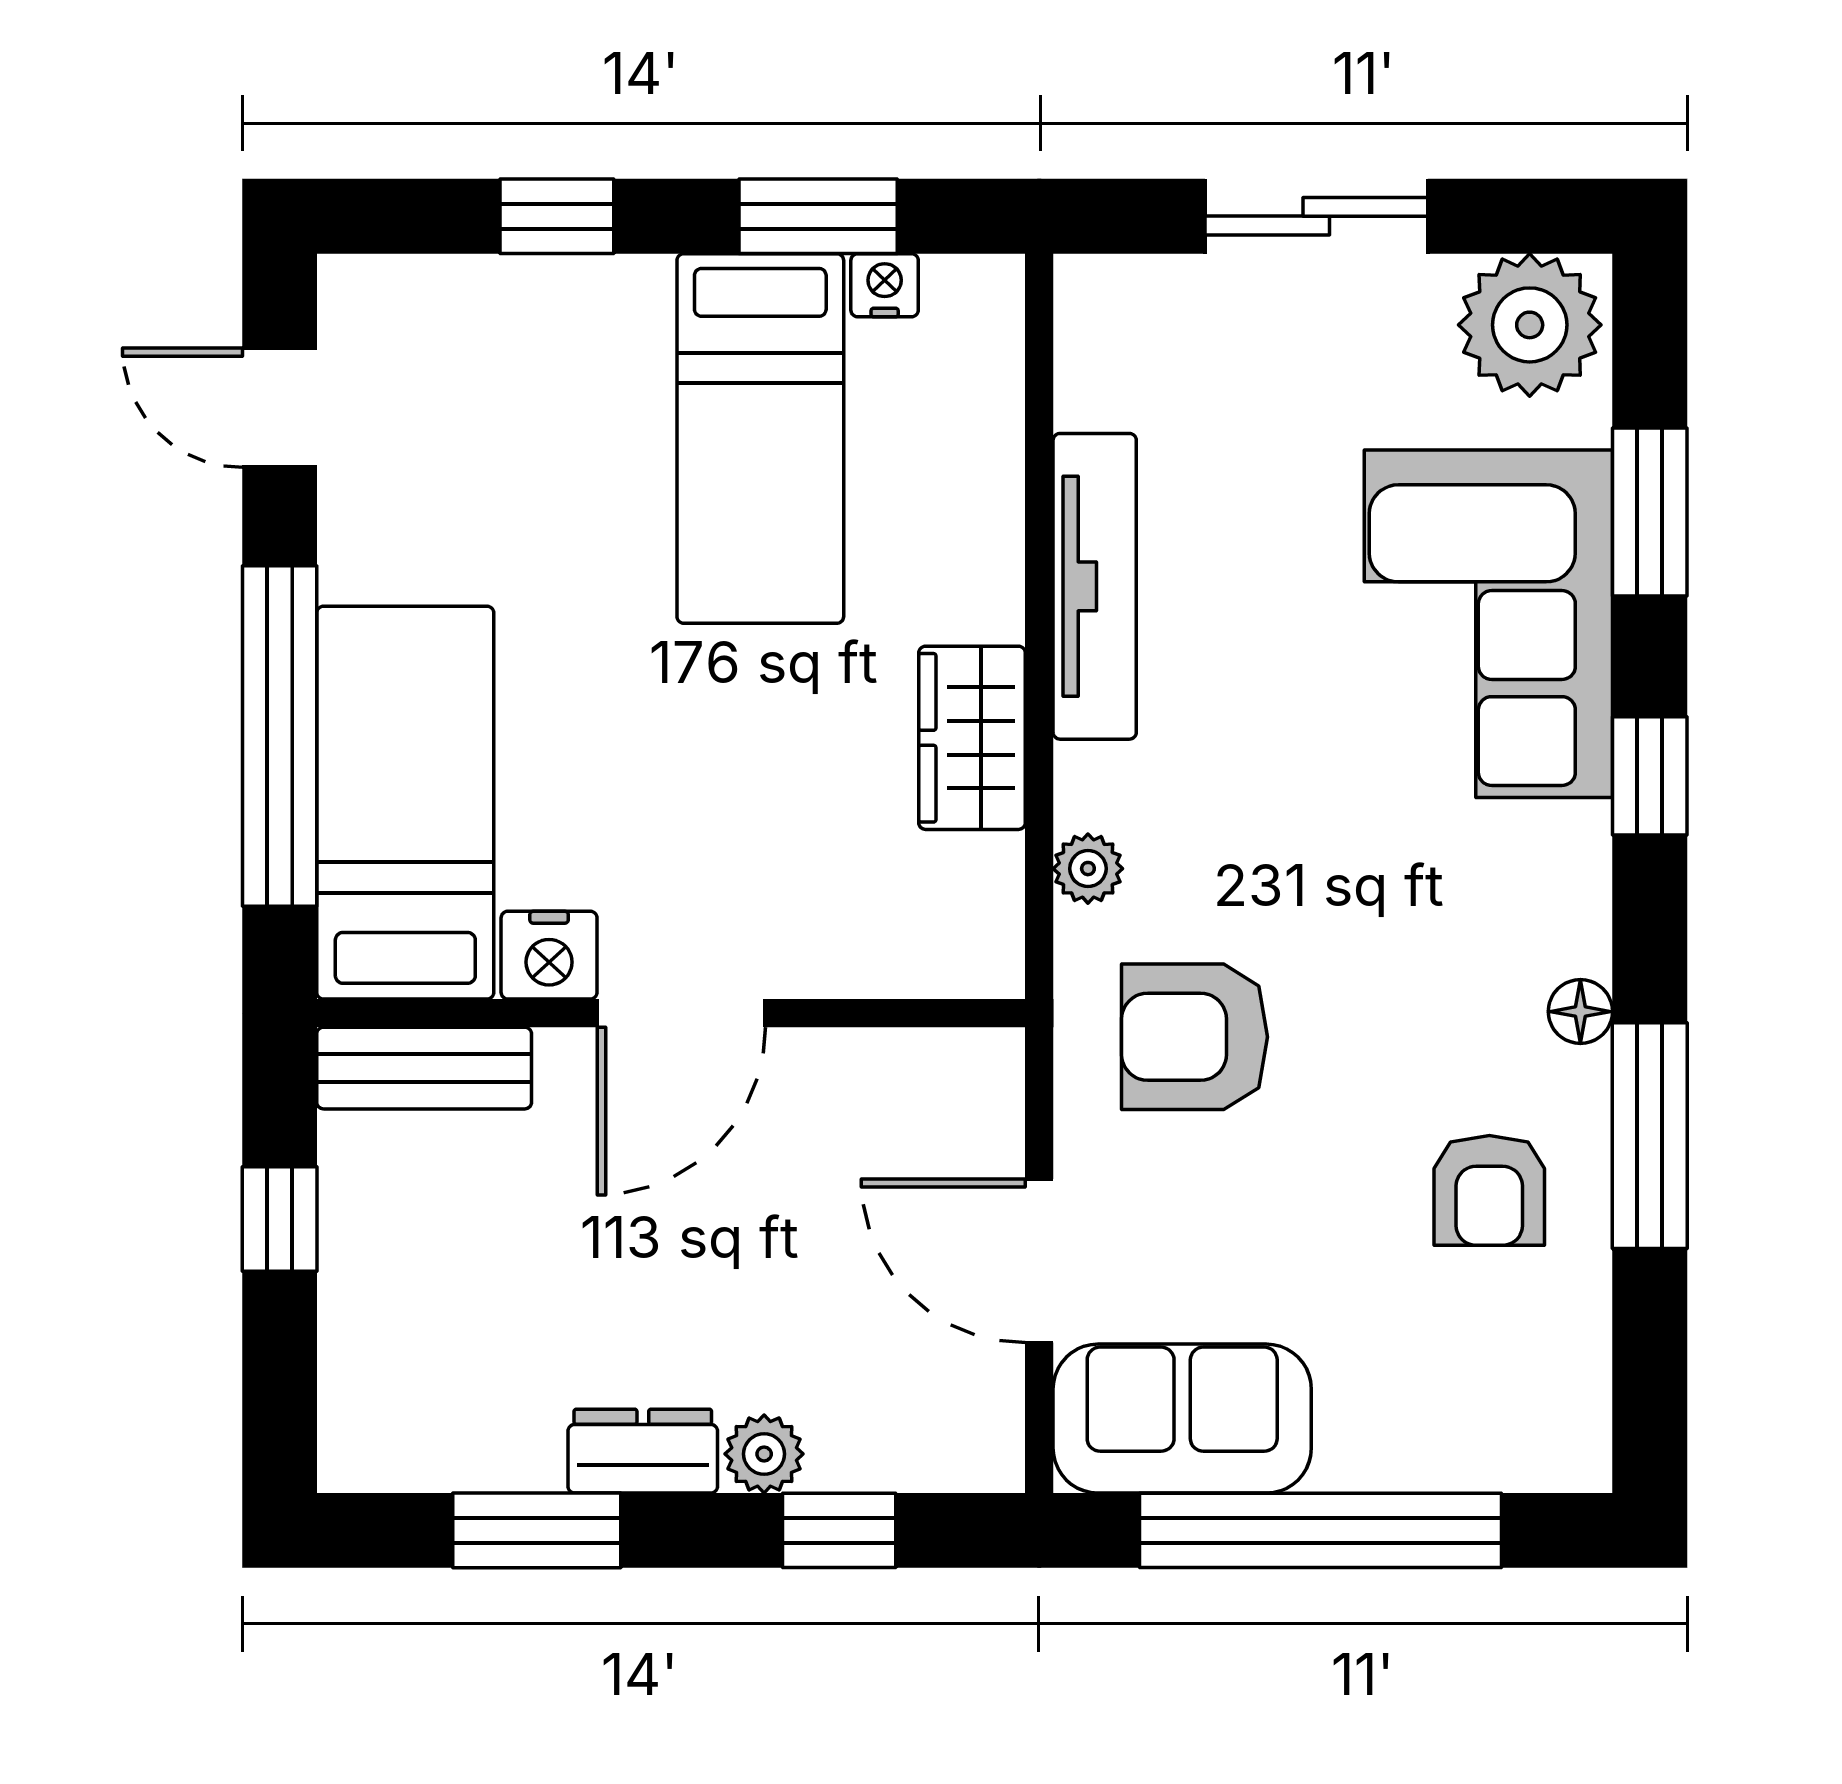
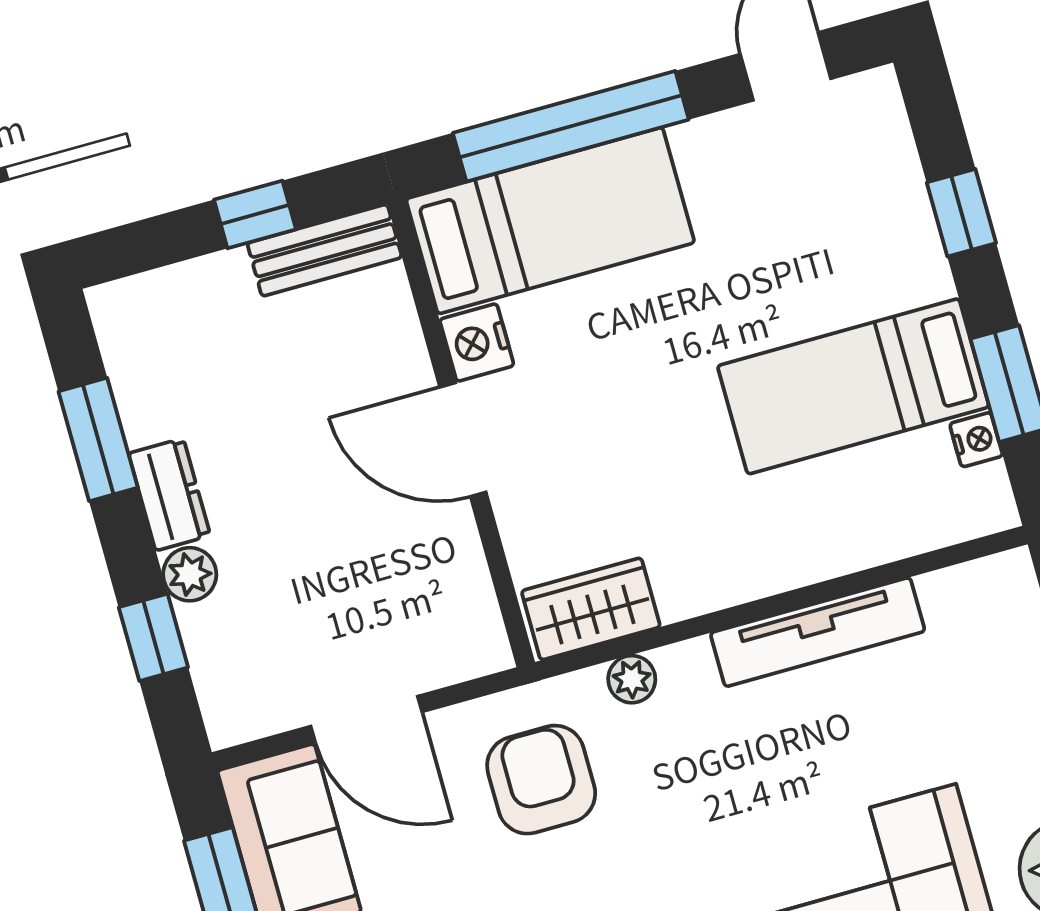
wardrobe: (972, 738) -> (591, 609), moved
bench: (424, 1068) -> (325, 250), moved, turned 90
door: (1039, 1261) -> (366, 719), swing flipped

